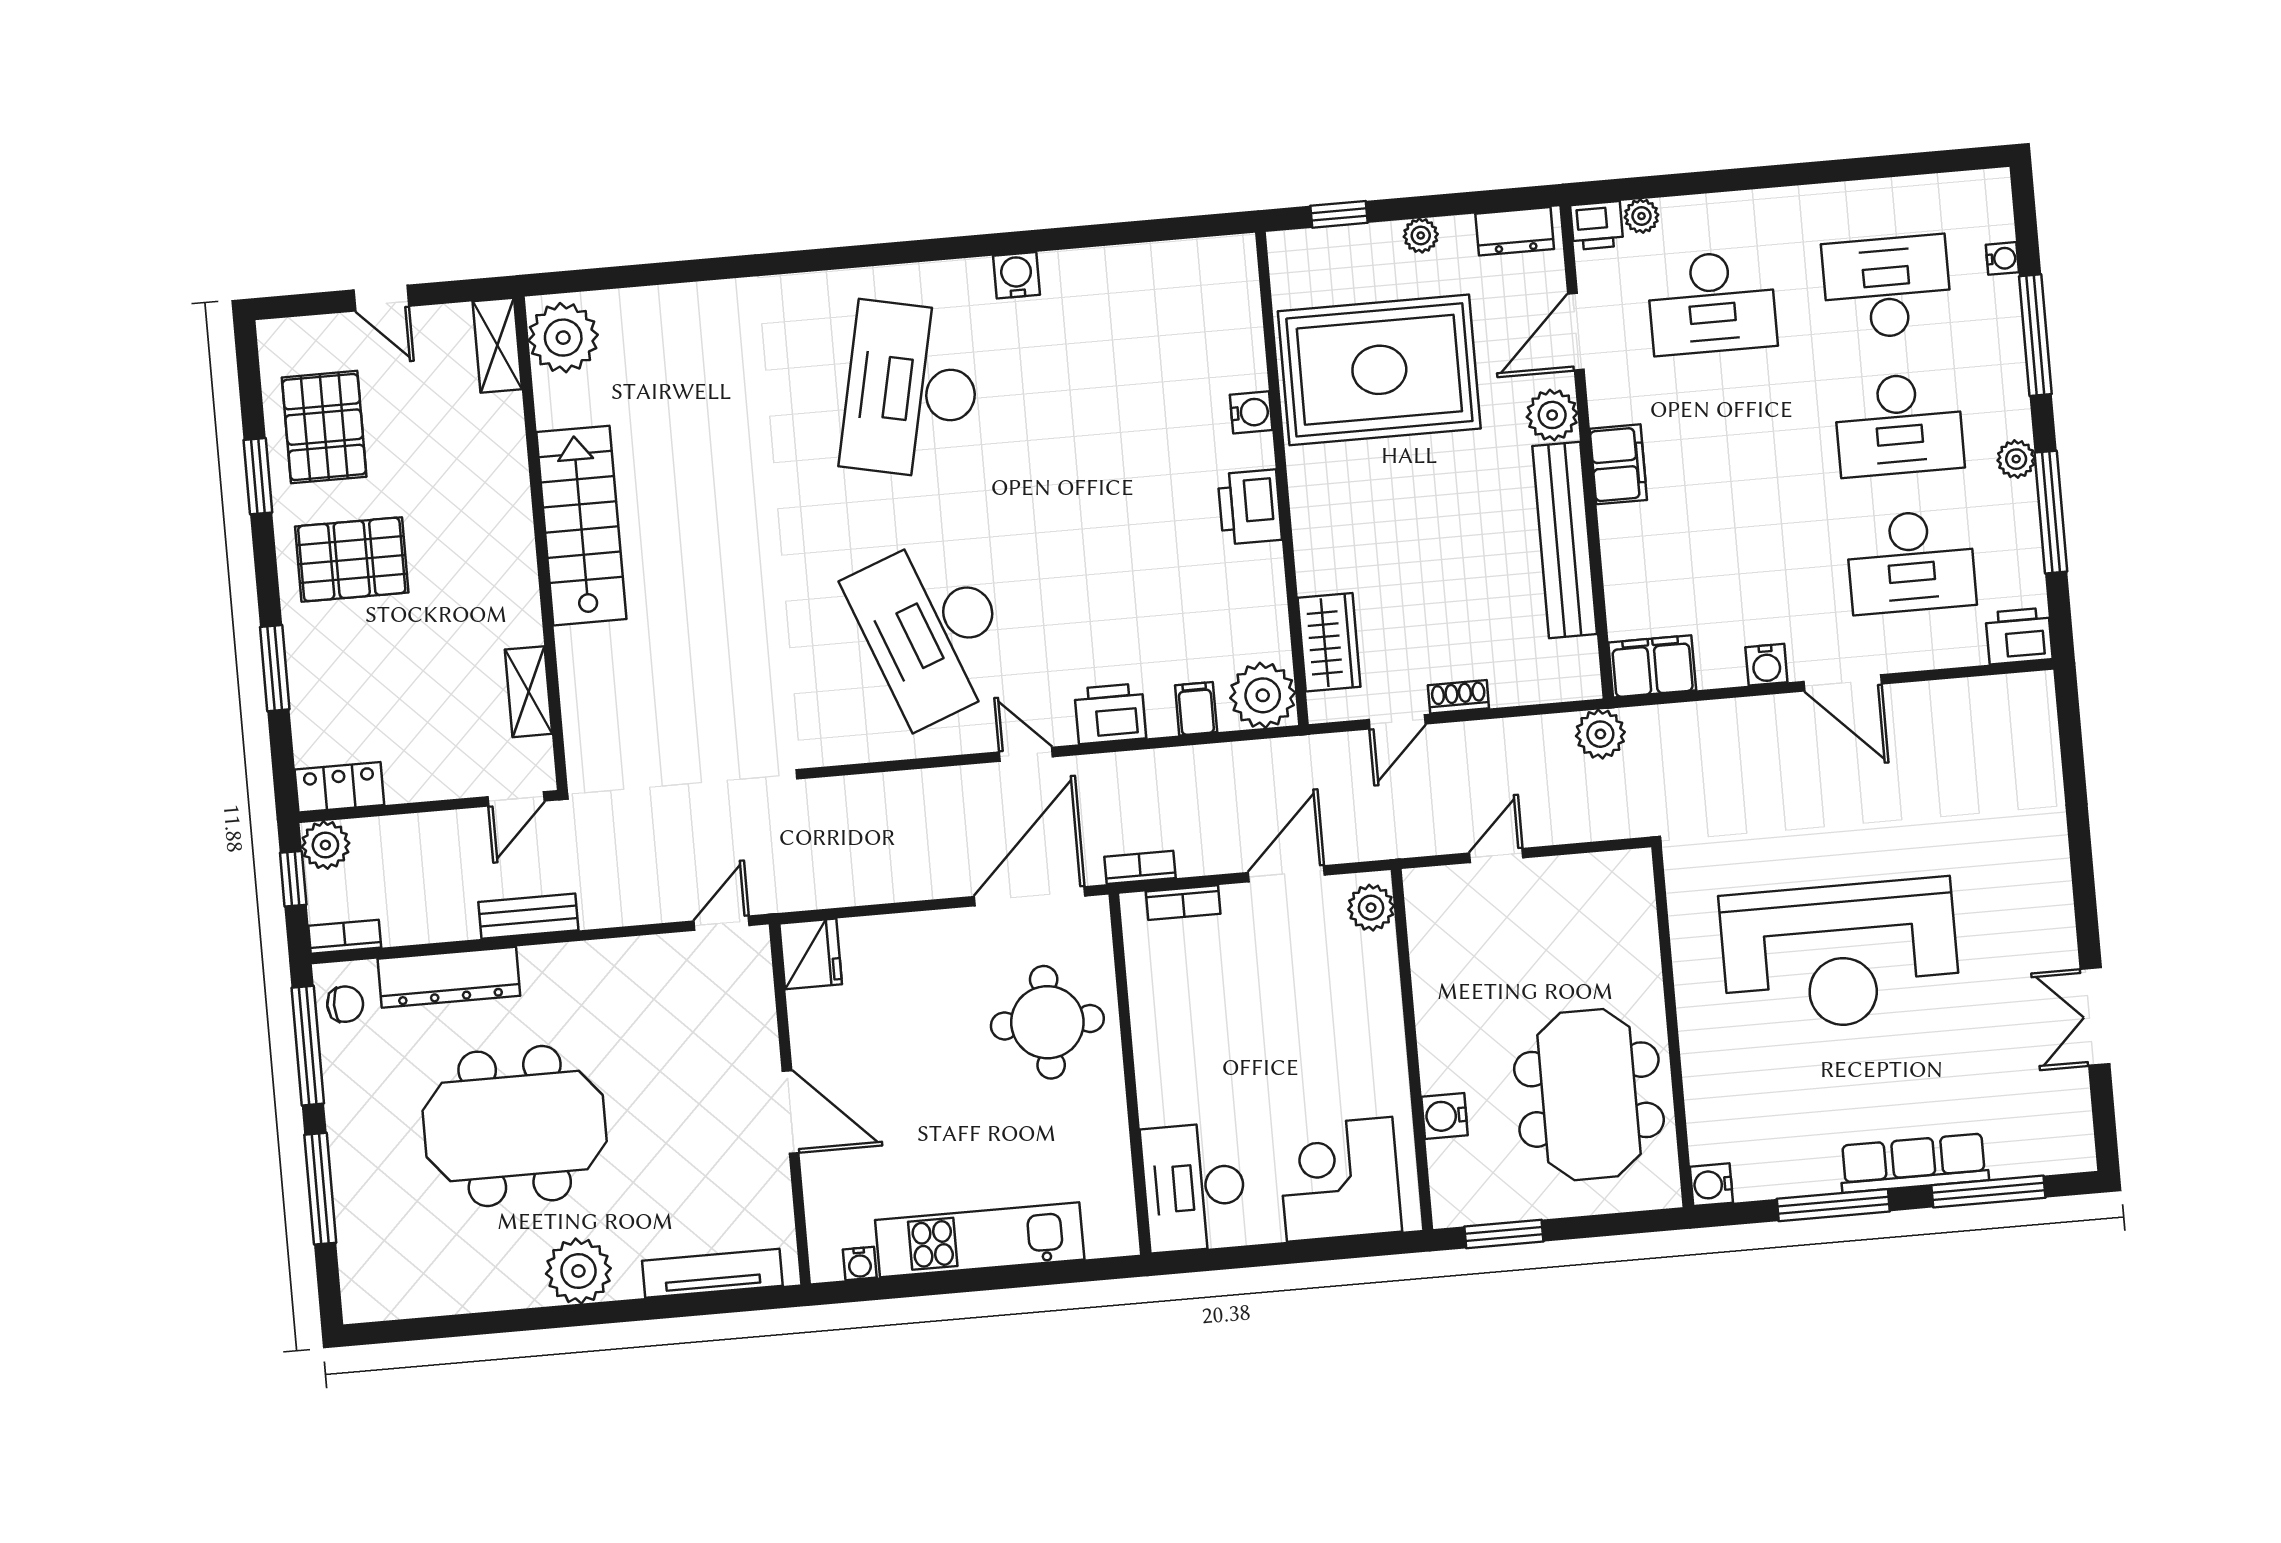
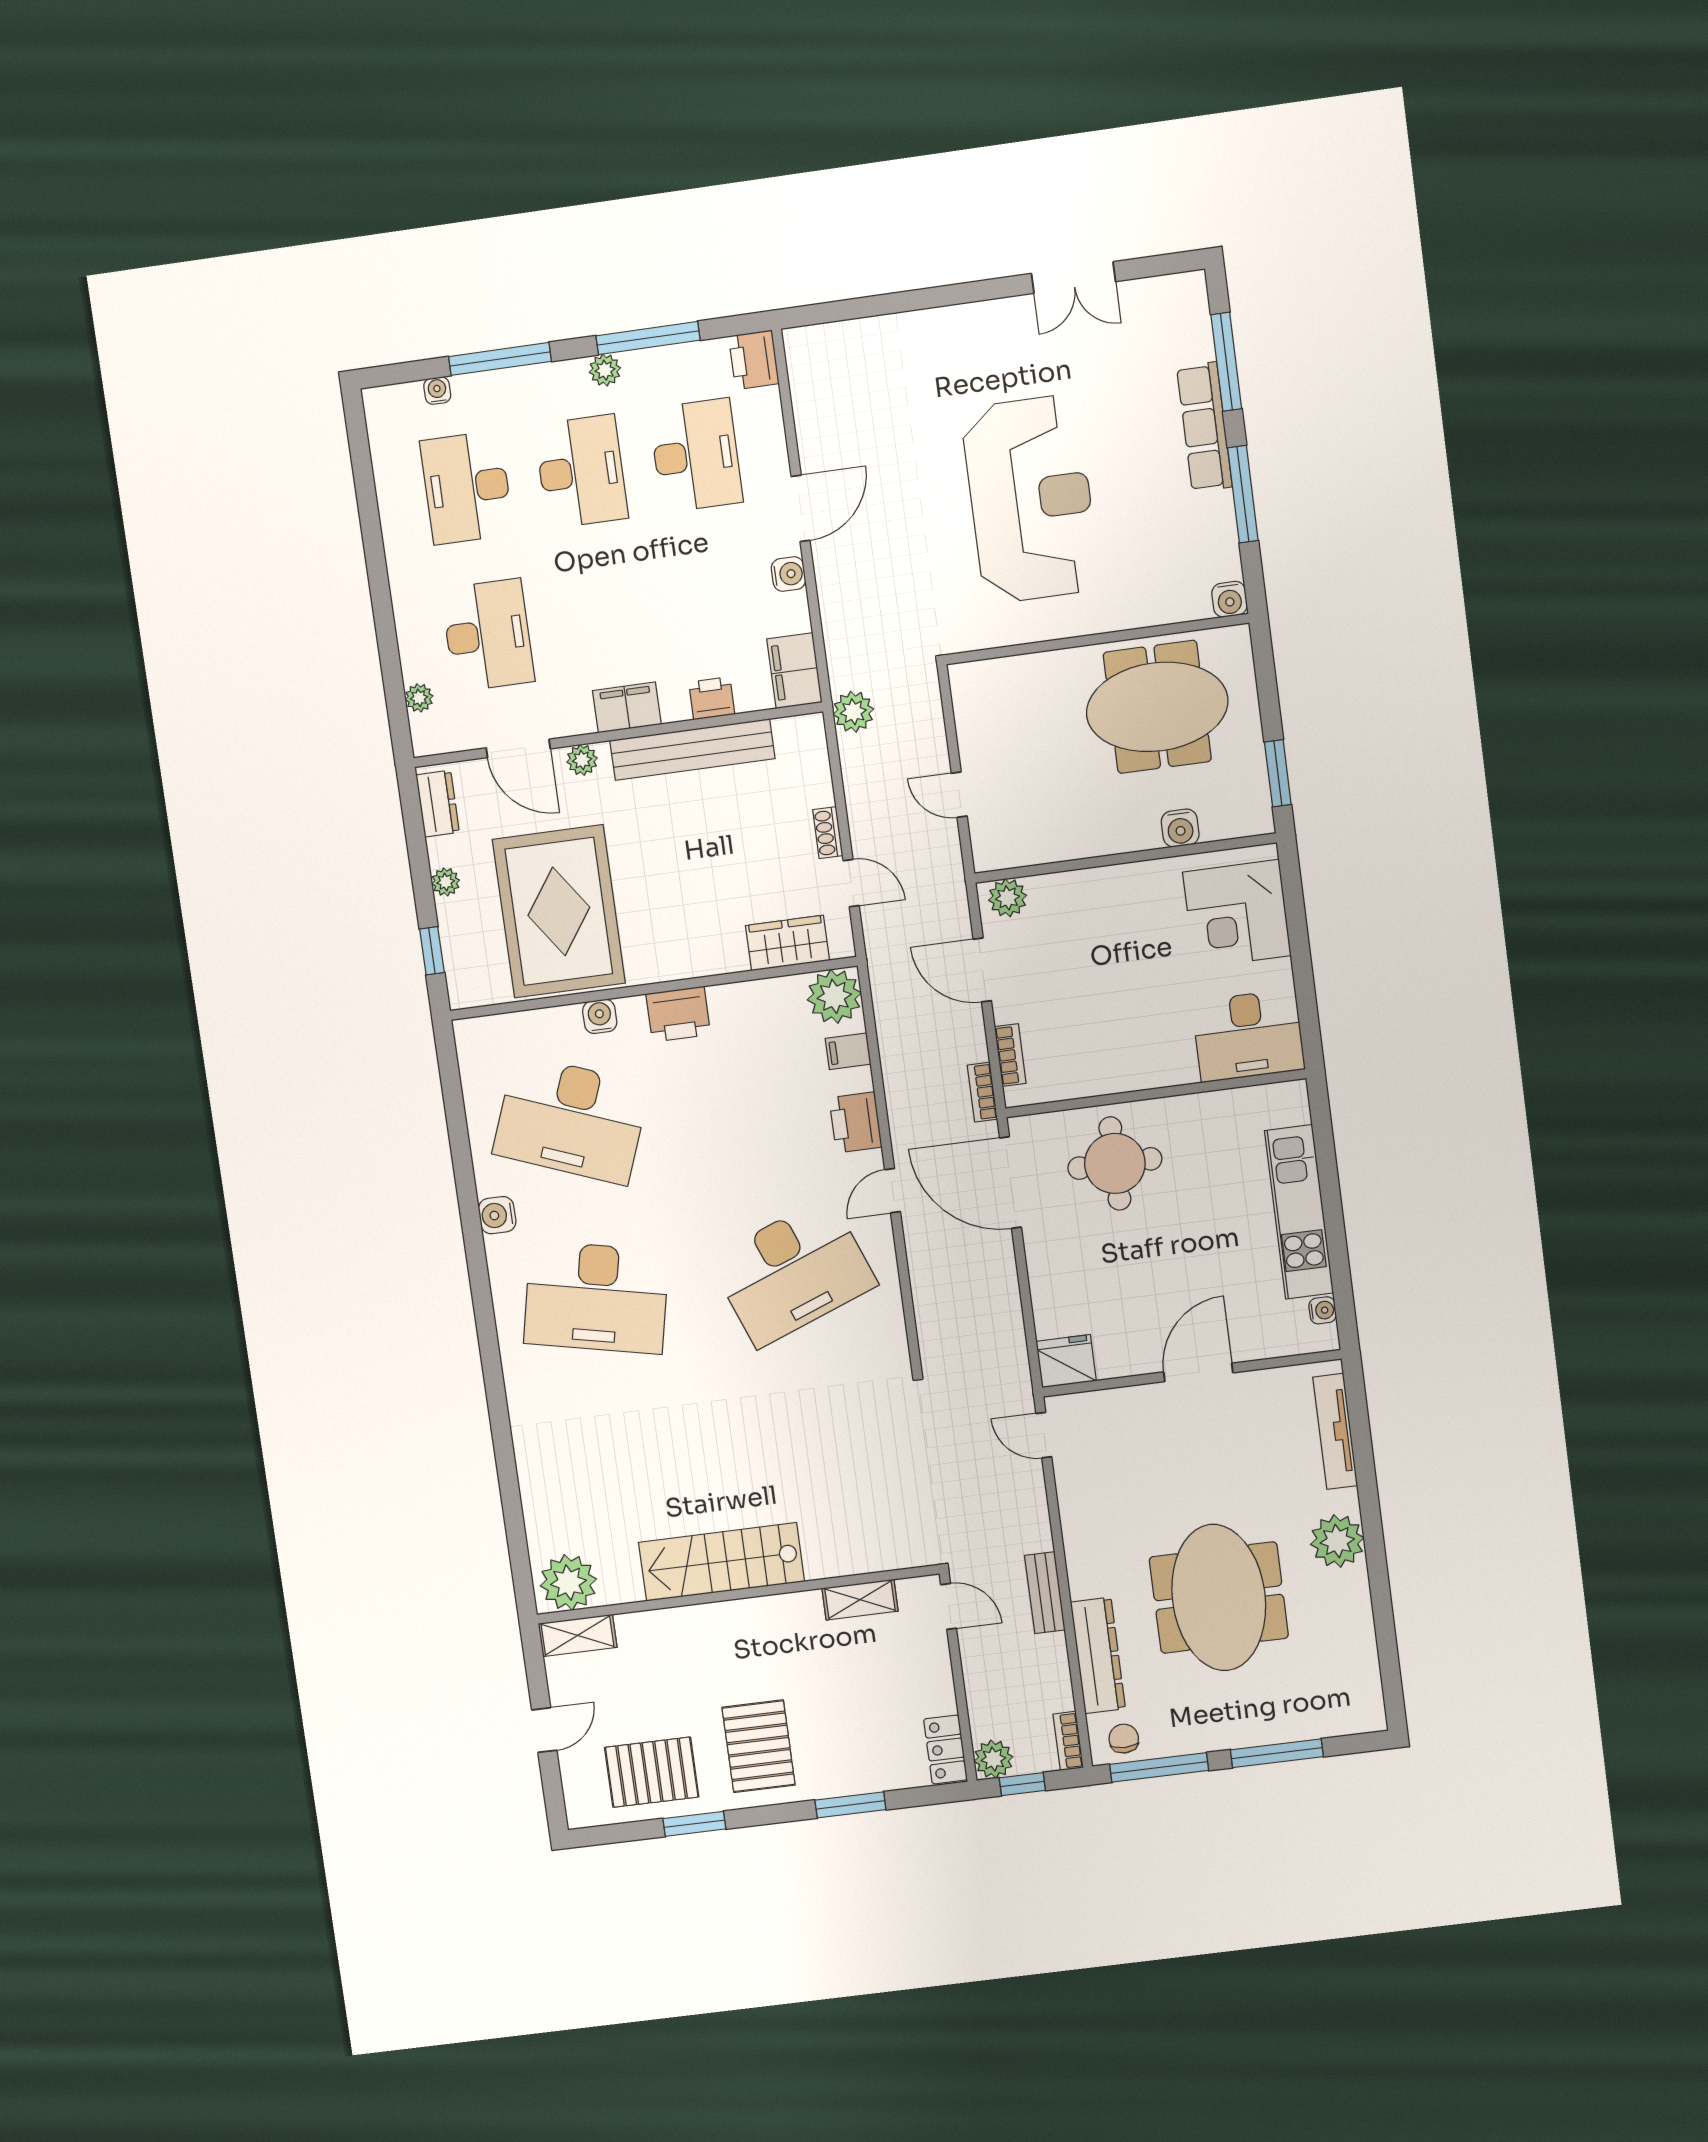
printer: (1597, 226) -> (712, 698), moved, turned -90
desk: (1129, 371) -> (571, 1119), added
plant: (1552, 415) -> (582, 760), width x0.73, depth x0.73

